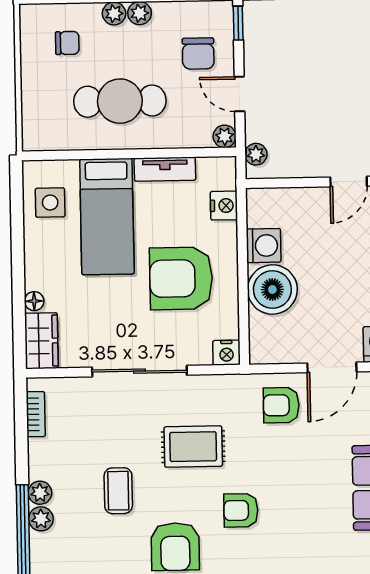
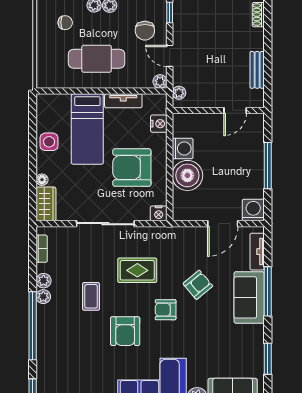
side table: (50, 203) -> (49, 142), moved
armchair: (281, 405) -> (198, 285), moved, turned 140
plant: (41, 519) -> (44, 281), moved

